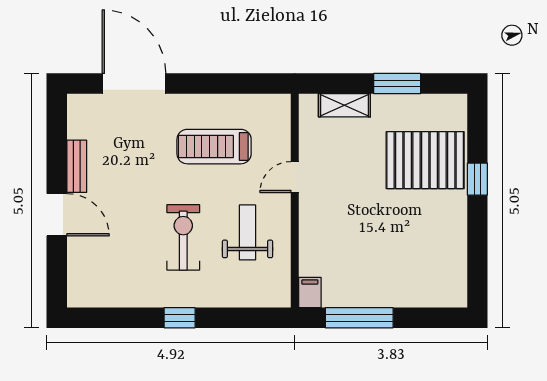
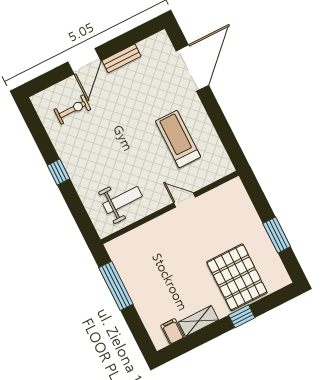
shelving: (344, 105) -> (198, 321), moved, turned 90
weight bench: (247, 232) -> (123, 200), moved
exercise bike: (183, 237) -> (72, 109), moved, width x0.73, depth x0.72
filing cabinet: (310, 293) -> (172, 331), moved, turned -90

